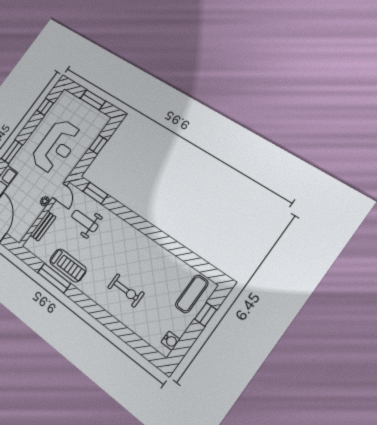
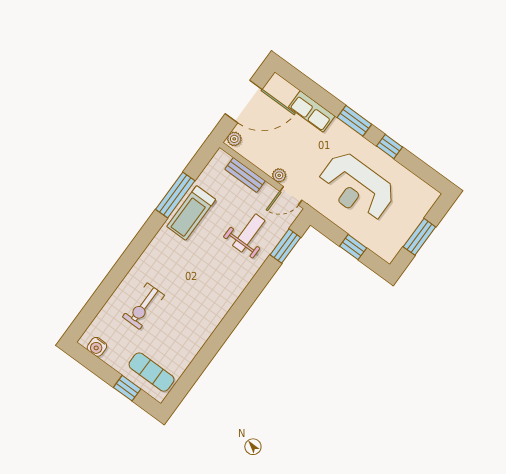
window: (45, 107) -> (390, 147), moved
plant: (17, 235) -> (234, 139), added
exercise bike: (126, 290) -> (143, 306), moved

